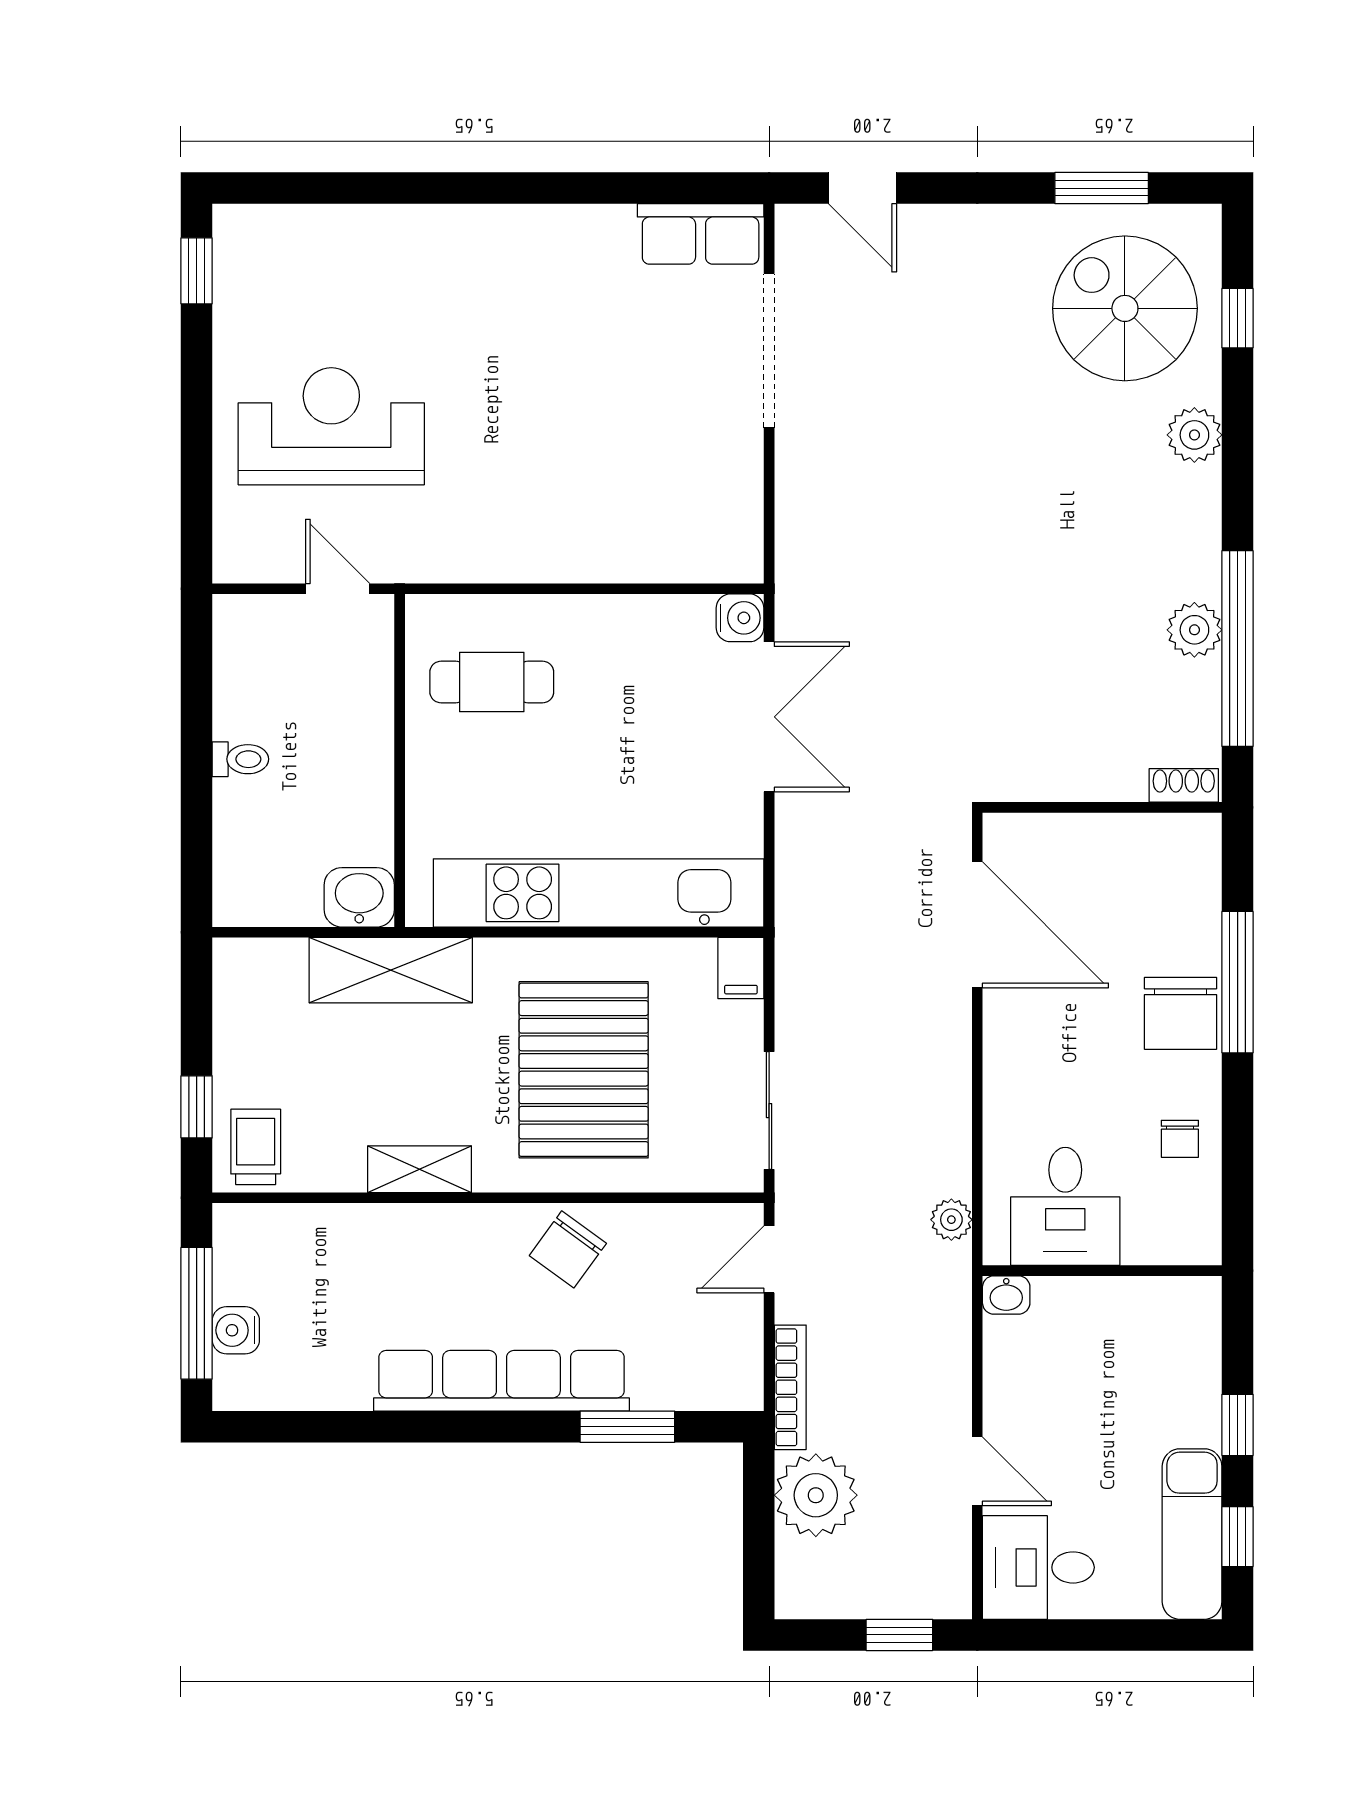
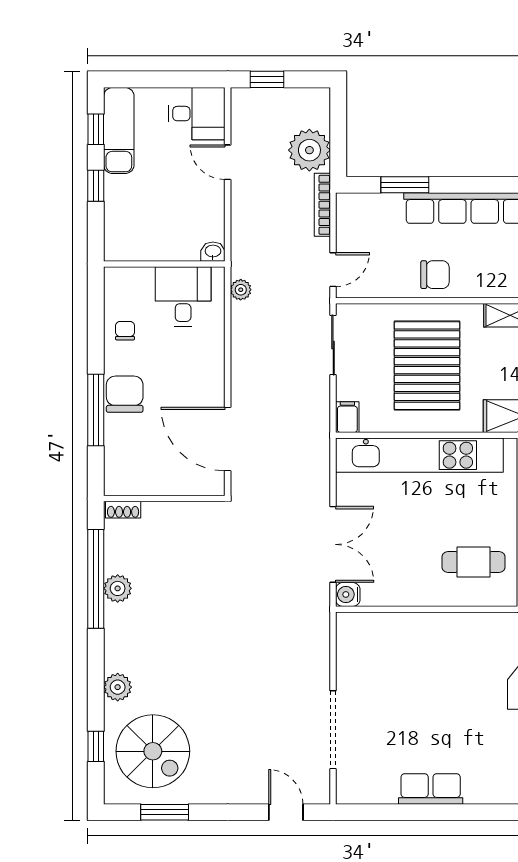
row of seats: (701, 234) -> (431, 789), moved
double door: (769, 717) -> (333, 544), swing flipped
chair: (568, 1249) -> (435, 275), turned 54

